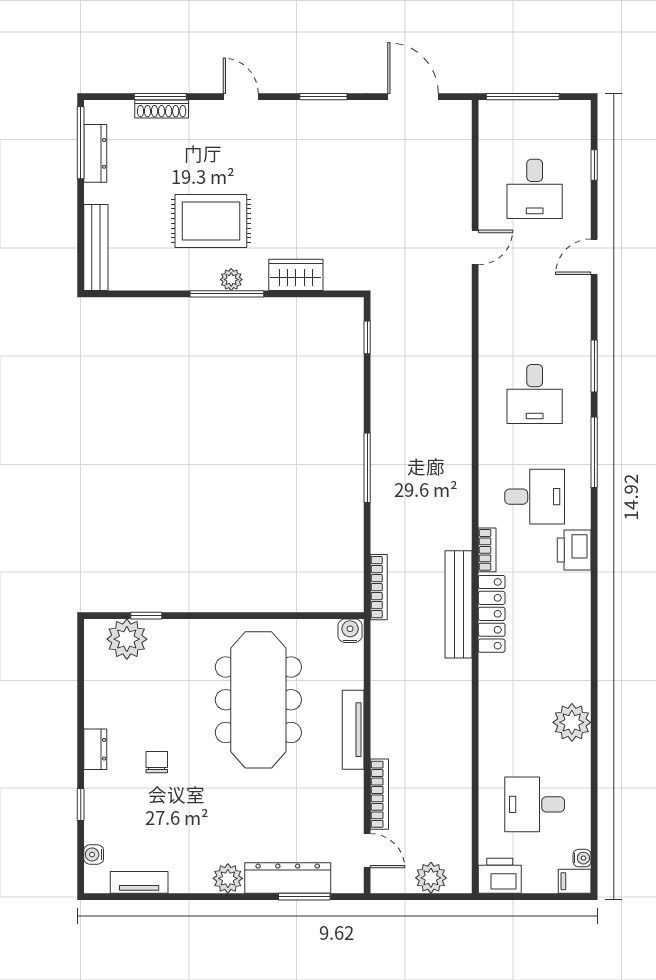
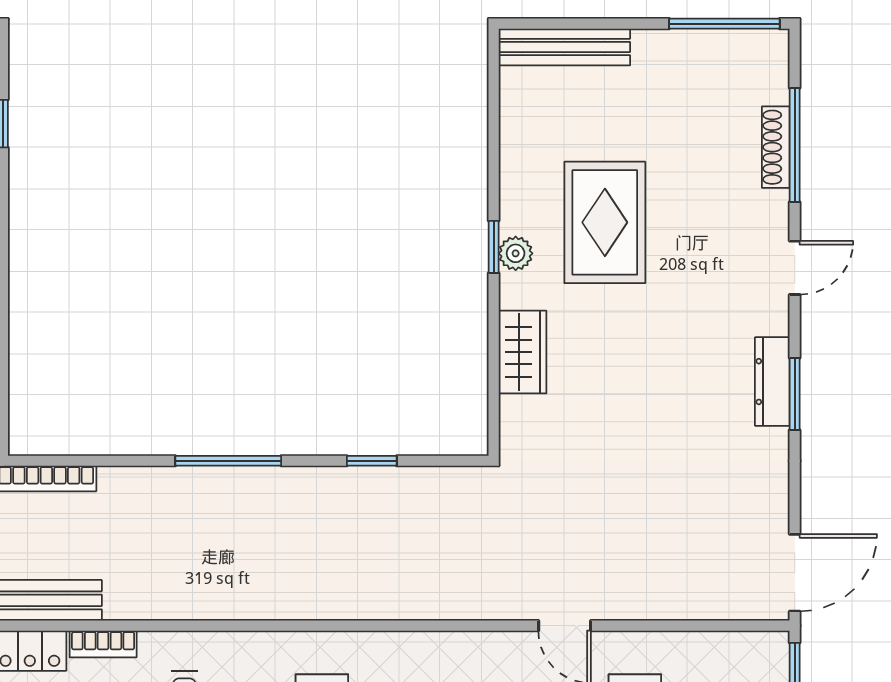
window: (160, 97) -> (795, 145), width x1.44
door: (413, 97) -> (795, 573), moved
dresser: (95, 153) -> (772, 382), moved, turned 90
window: (227, 294) -> (494, 247), width x0.46
window: (367, 337) -> (372, 461), moved

